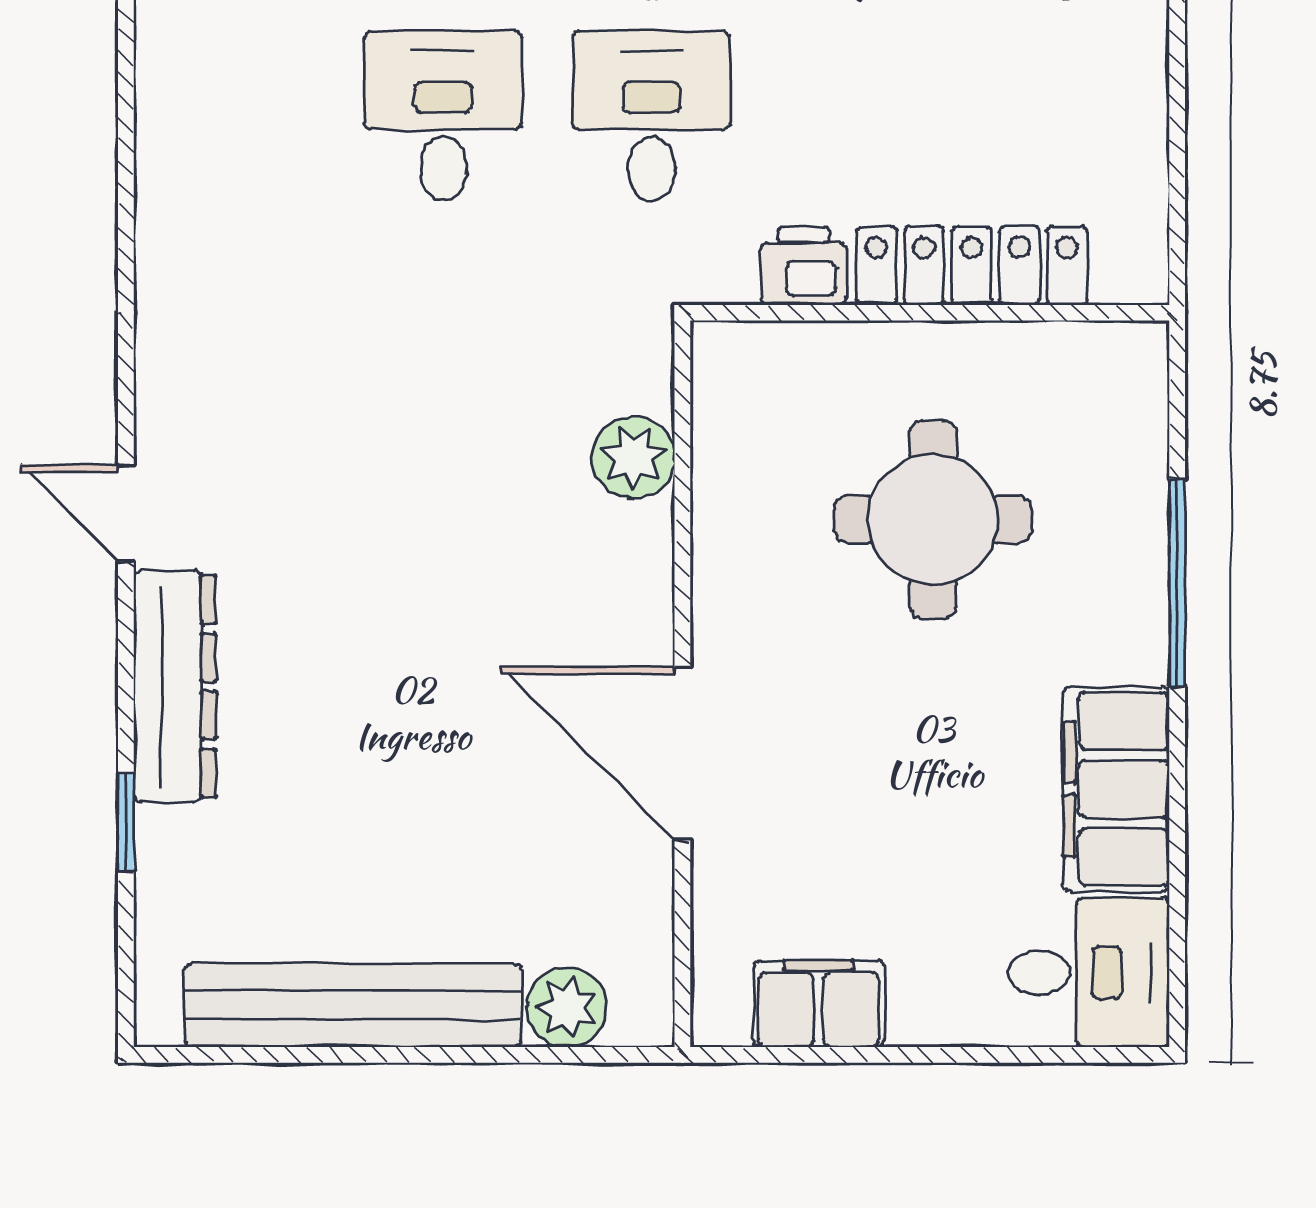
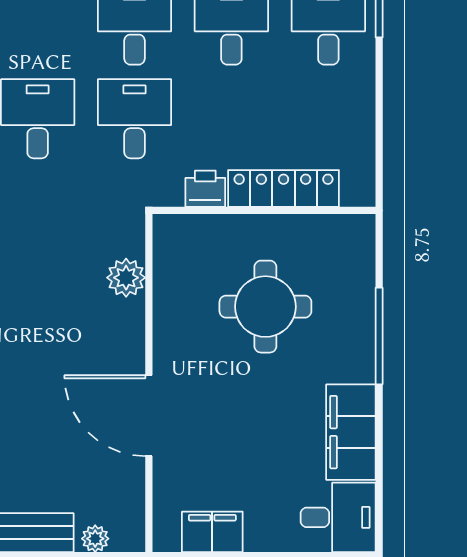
plant: (567, 1007) -> (95, 539), width x0.73, depth x0.73

